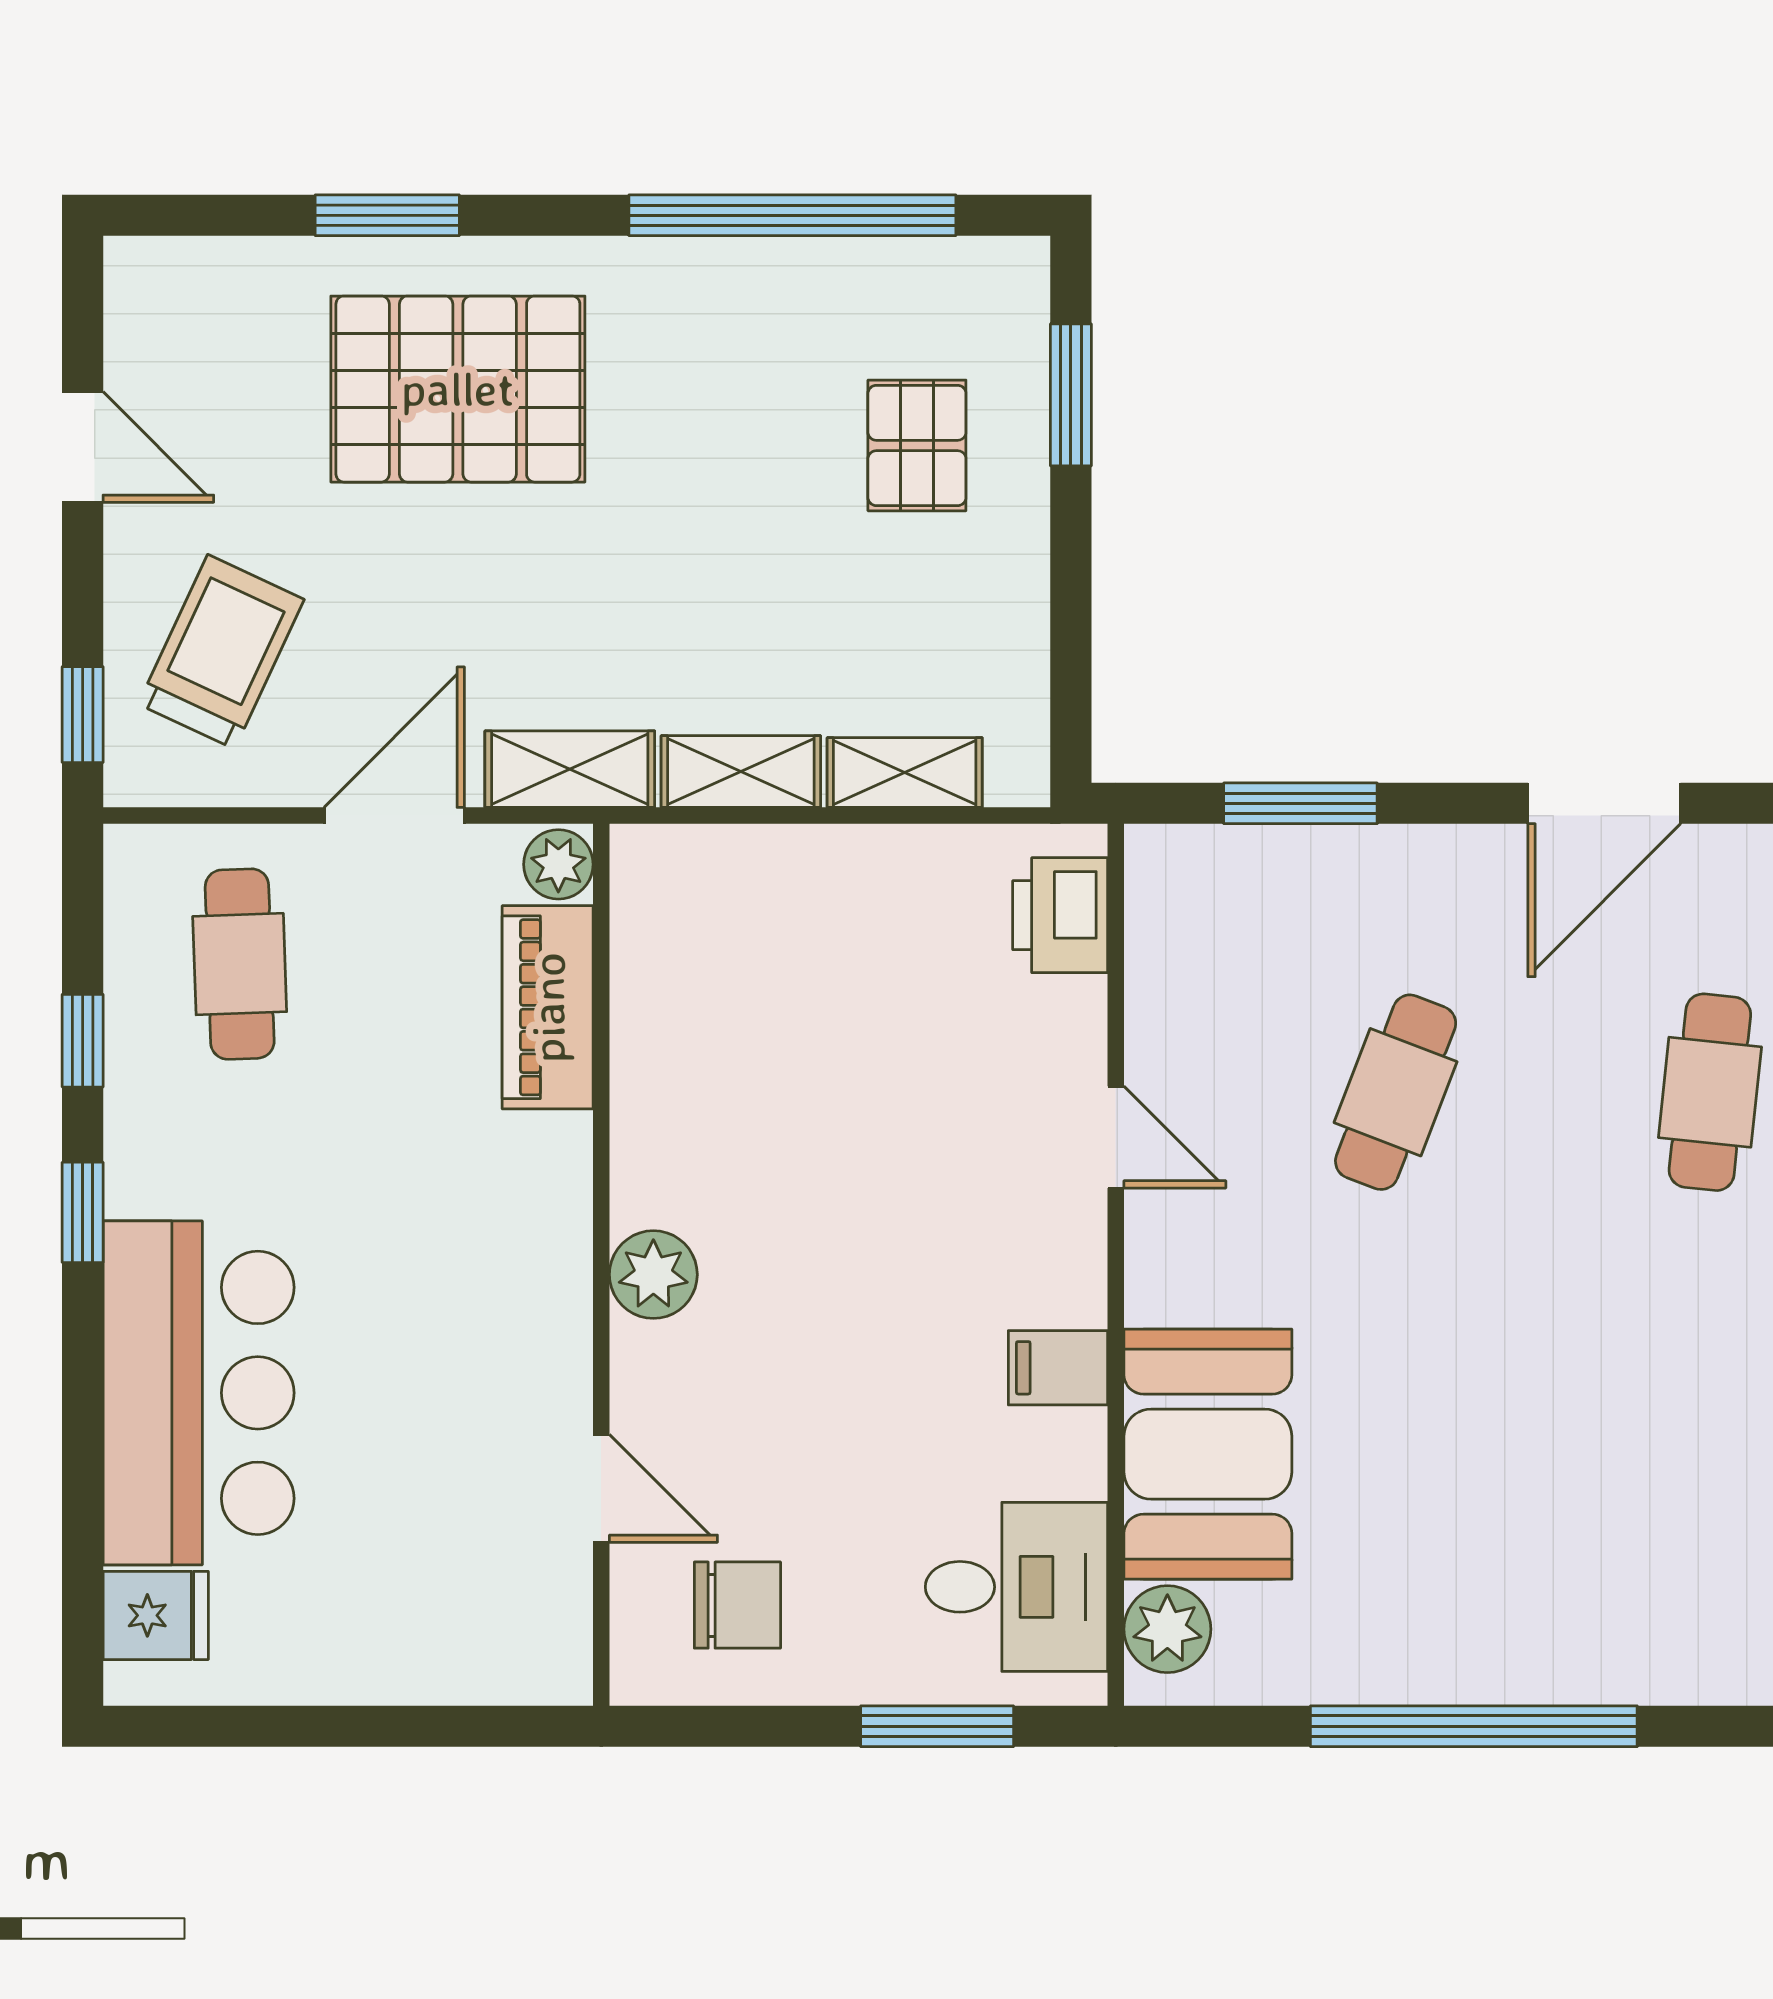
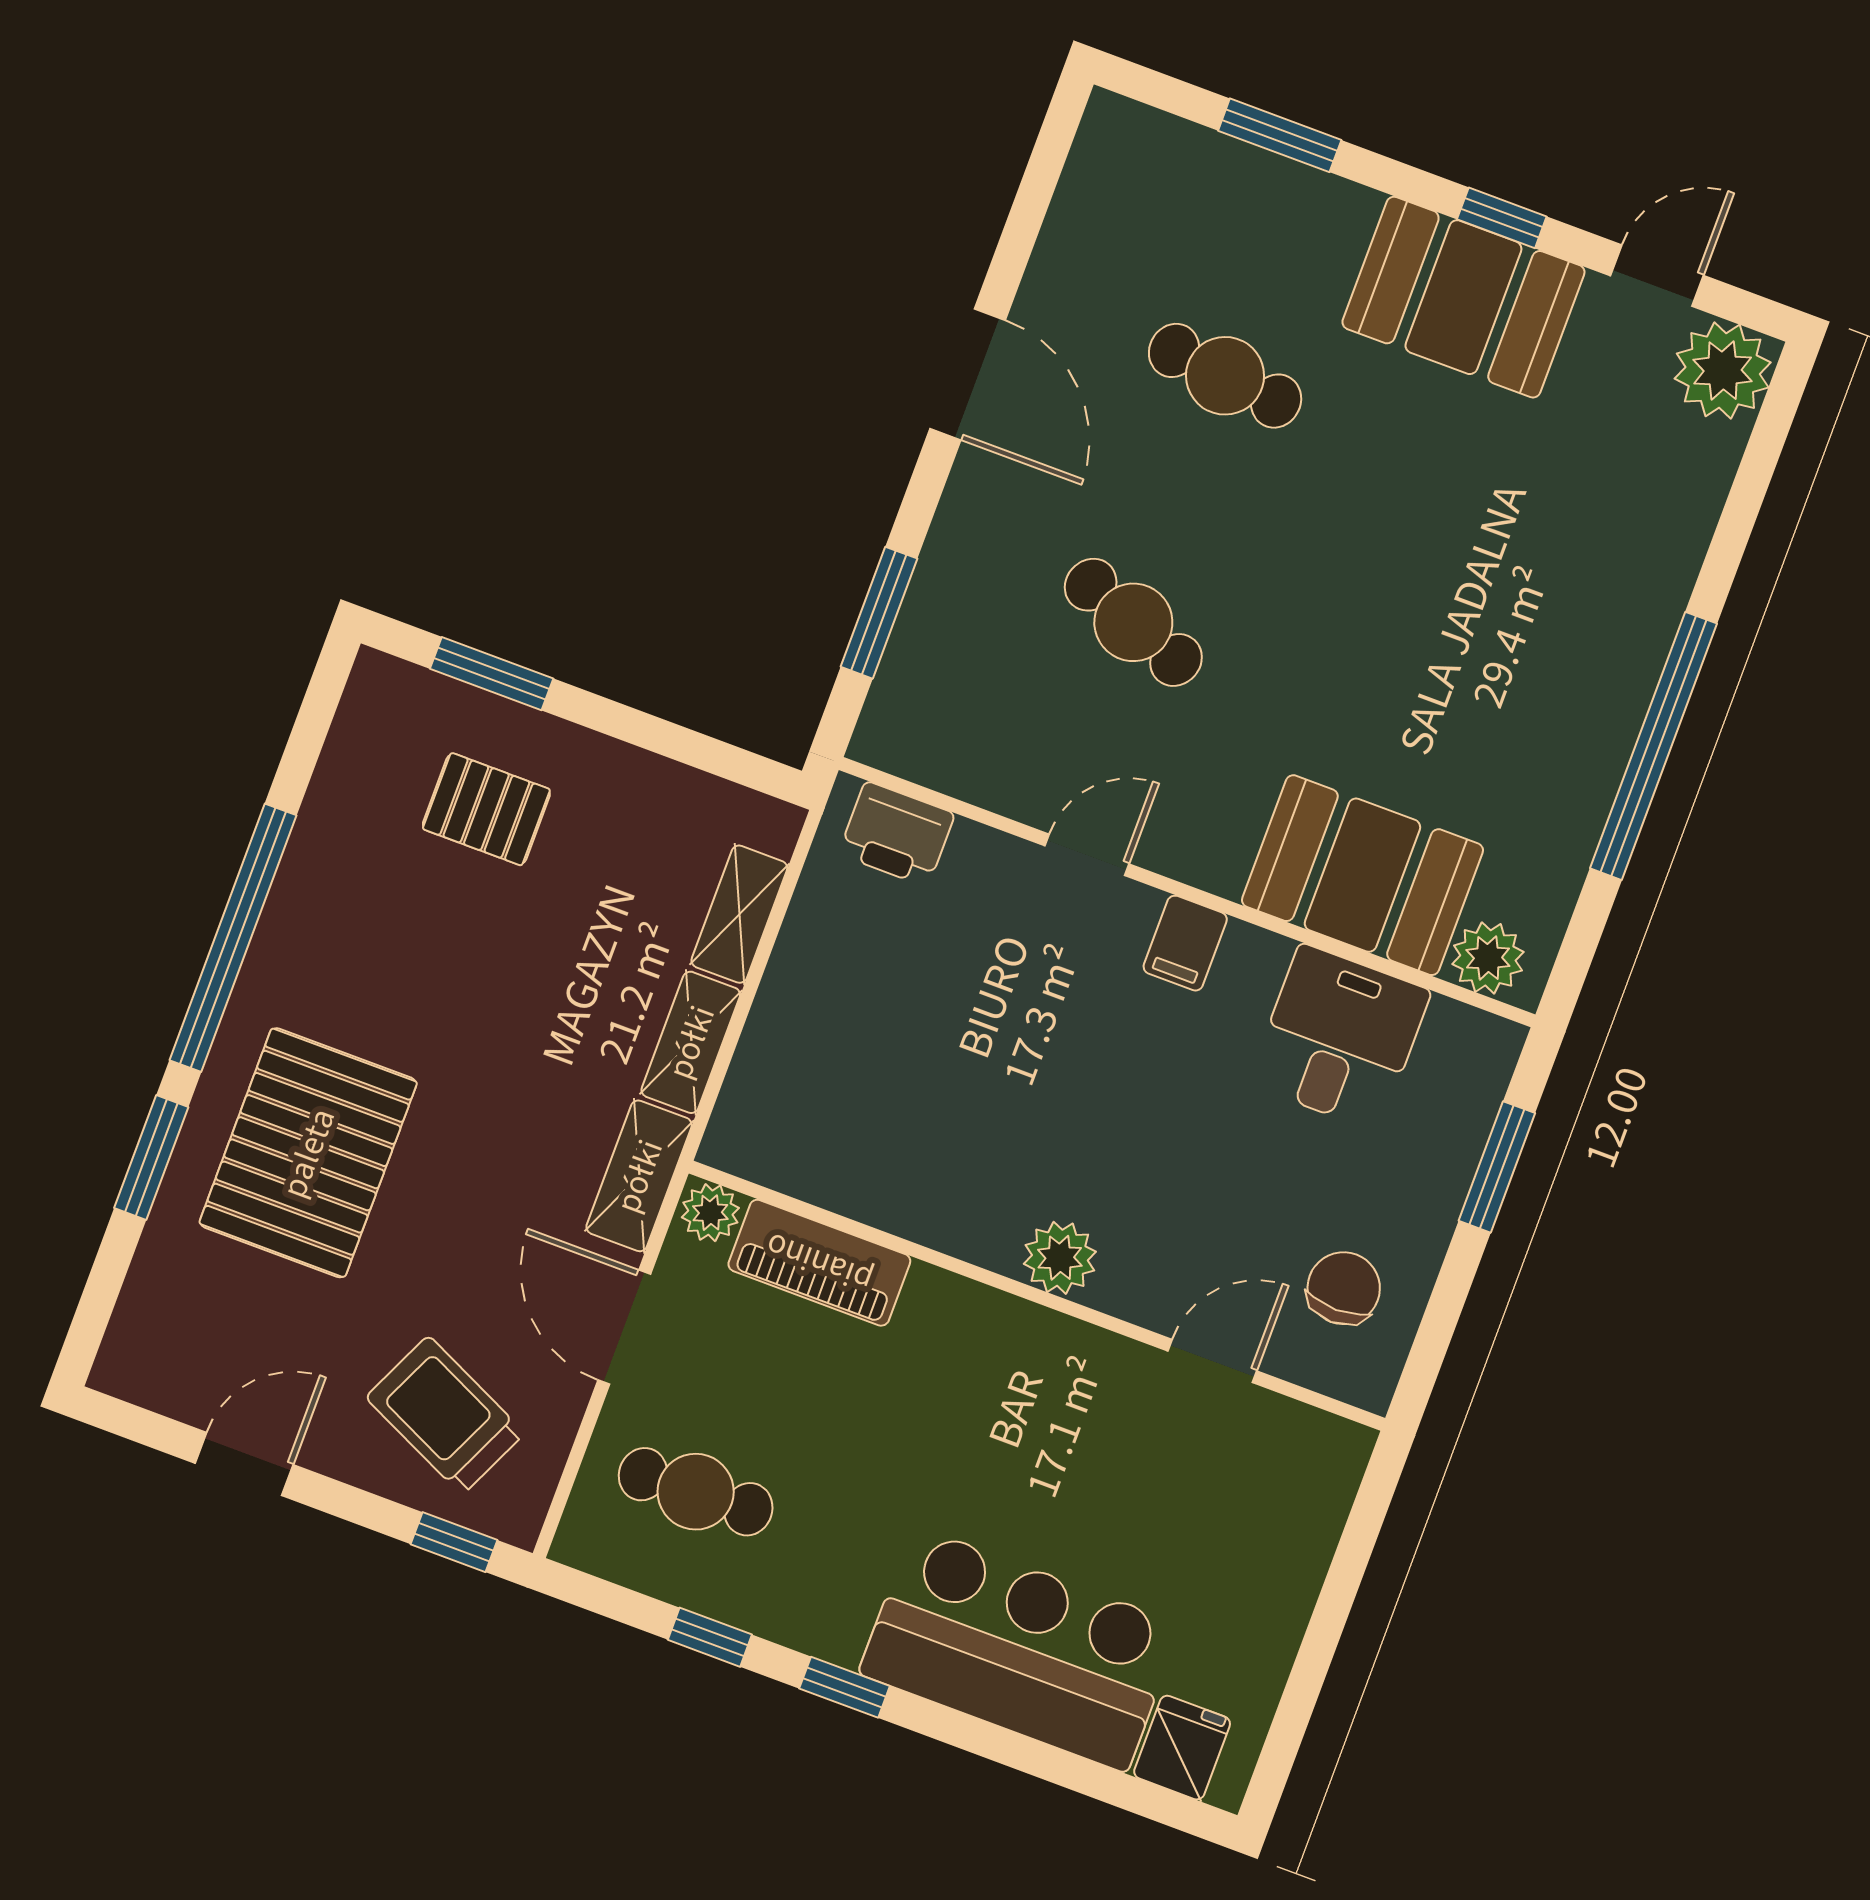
window: (792, 215) -> (233, 938), moved
filing cabinet: (1058, 1368) -> (1185, 943), moved
desk: (1016, 1587) -> (1340, 1038), moved

